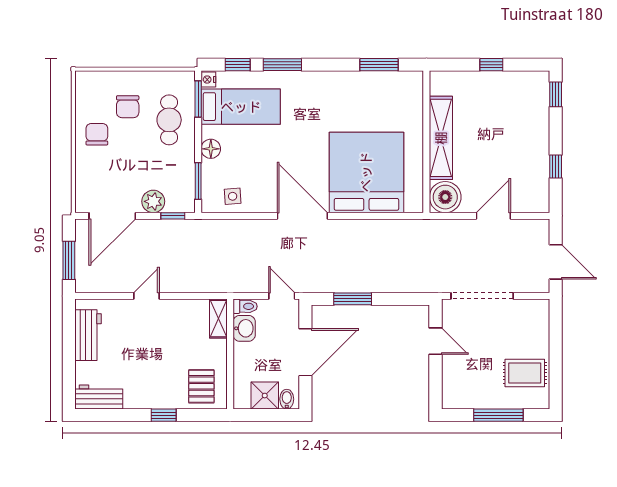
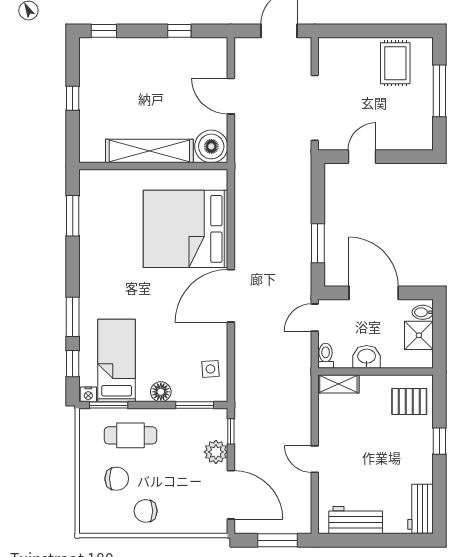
washbasin: (244, 328) -> (367, 357), moved

